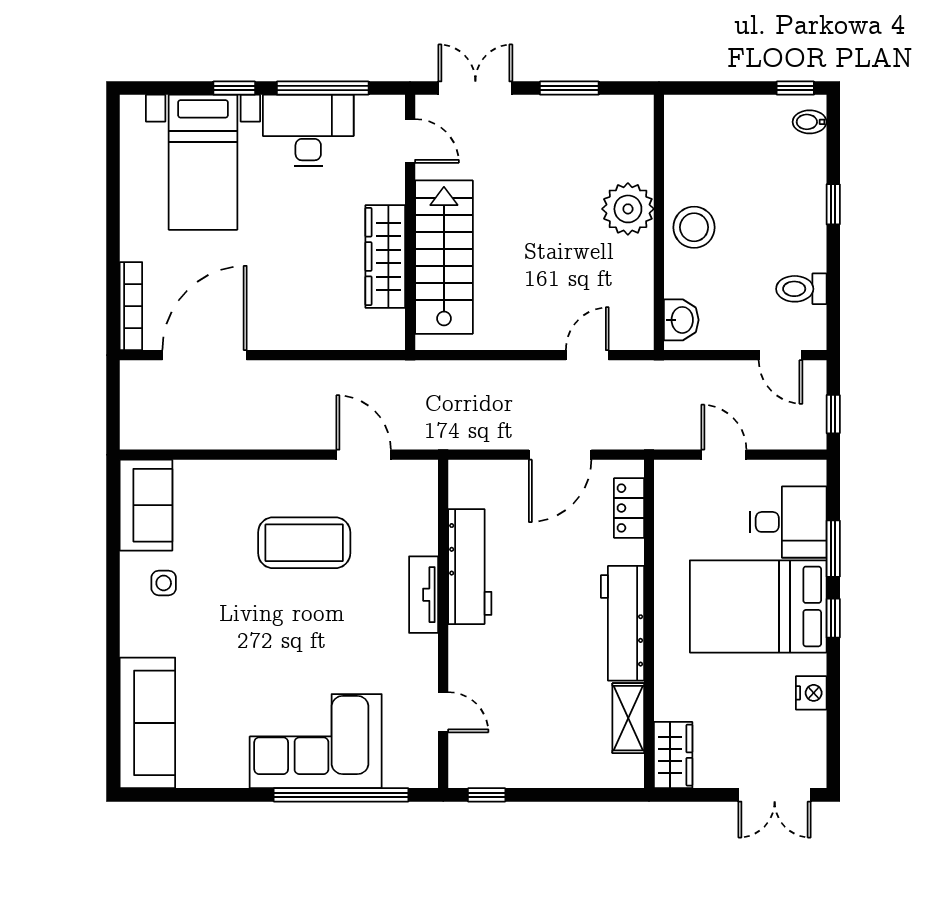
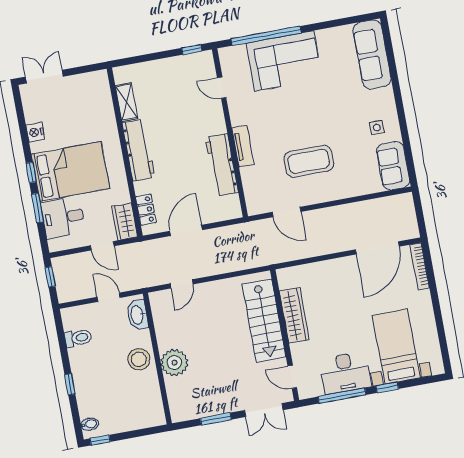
washbasin: (681, 320) -> (137, 315), width x1.38
door: (781, 355) -> (109, 297), moved
wardrobe: (673, 755) -> (125, 222), moved

